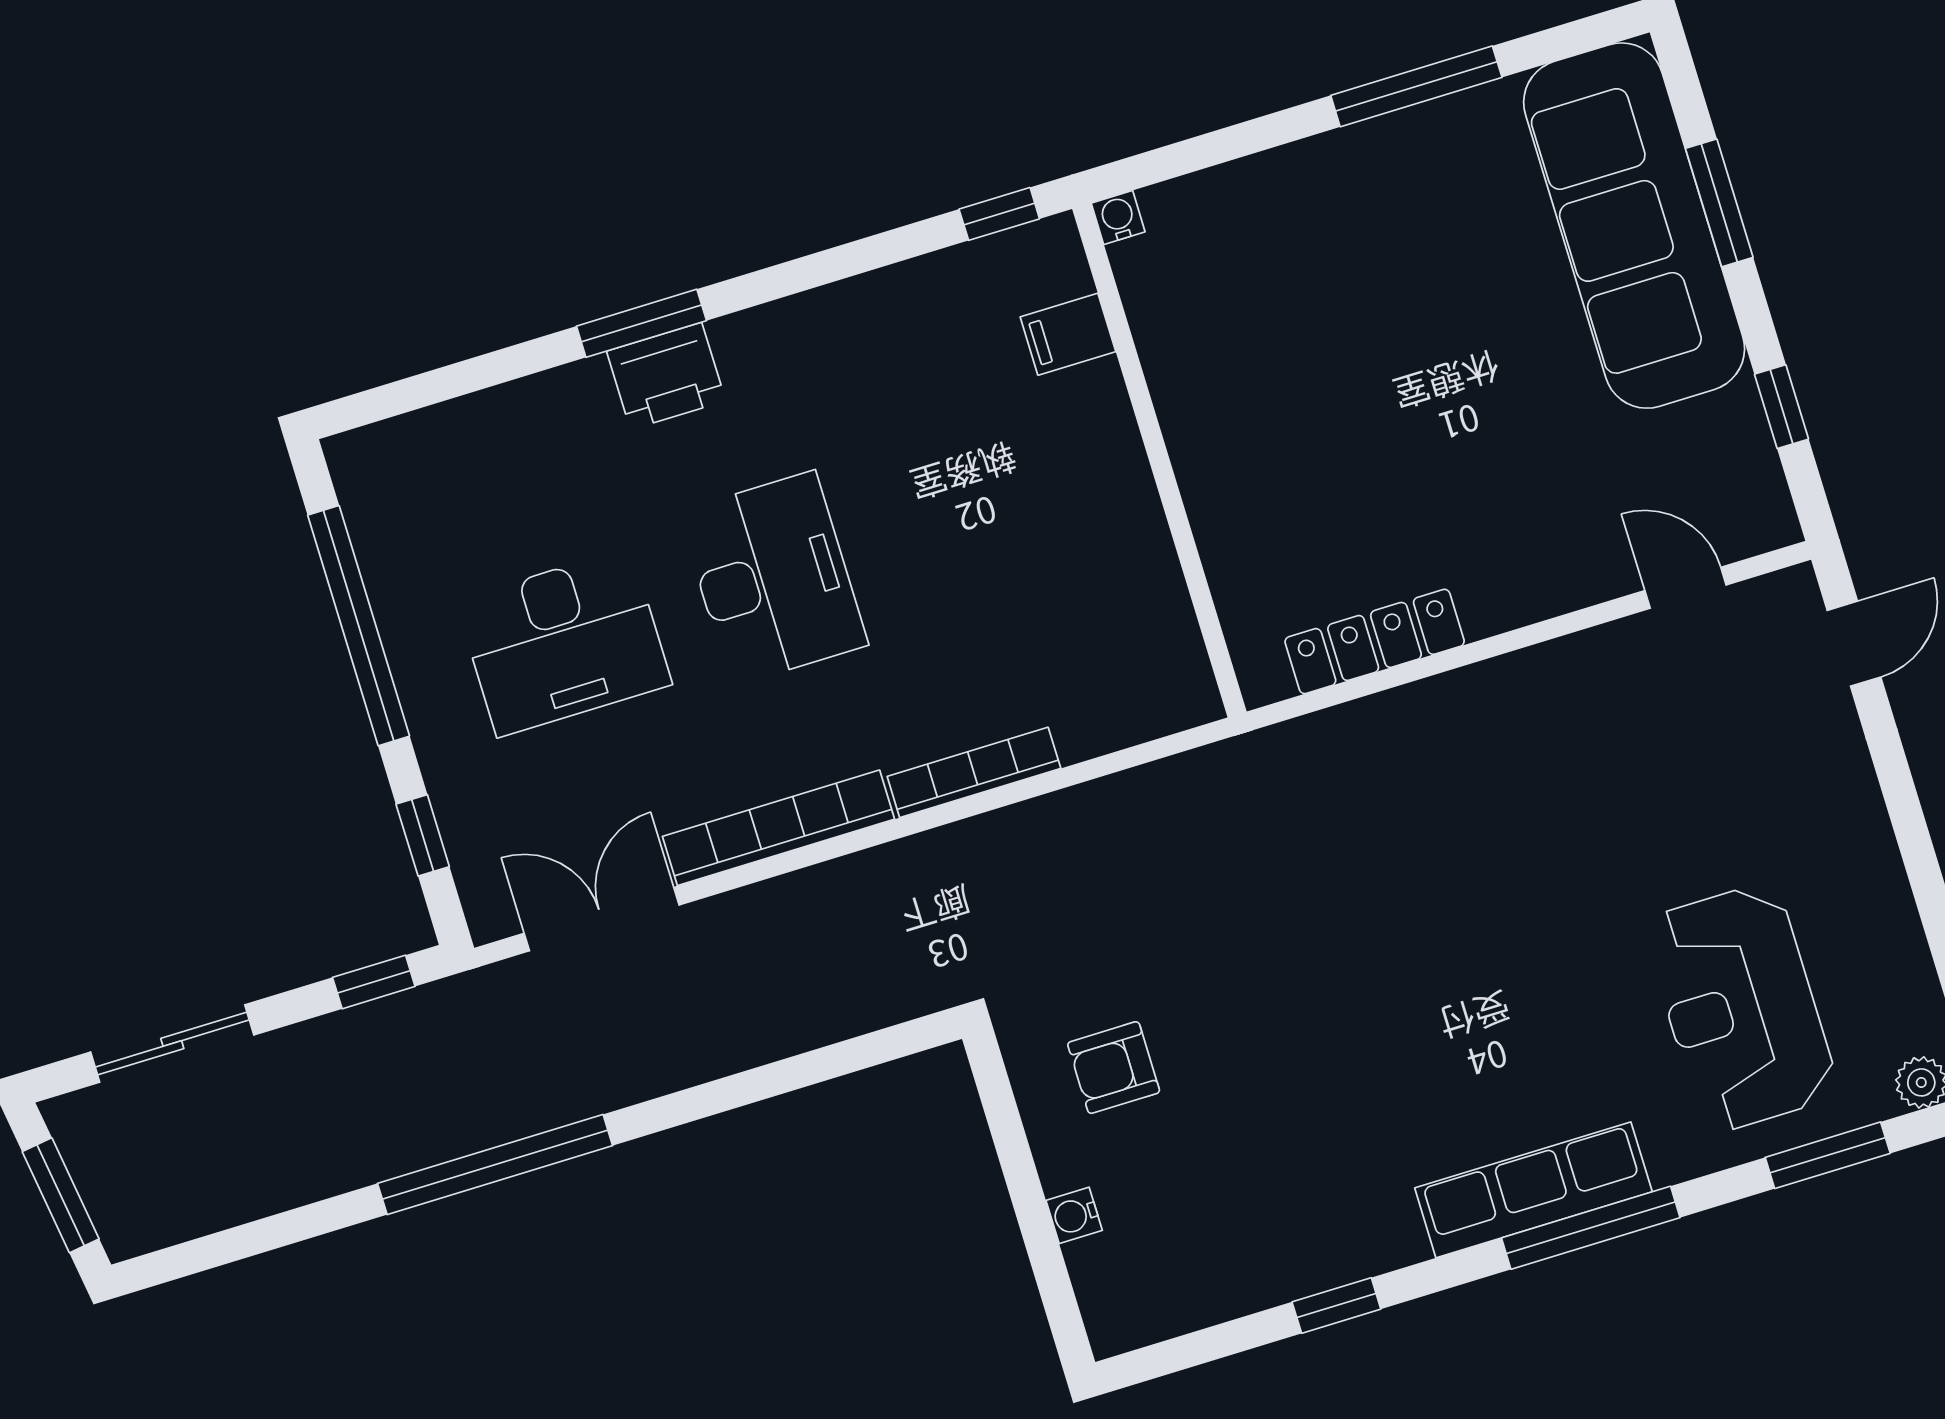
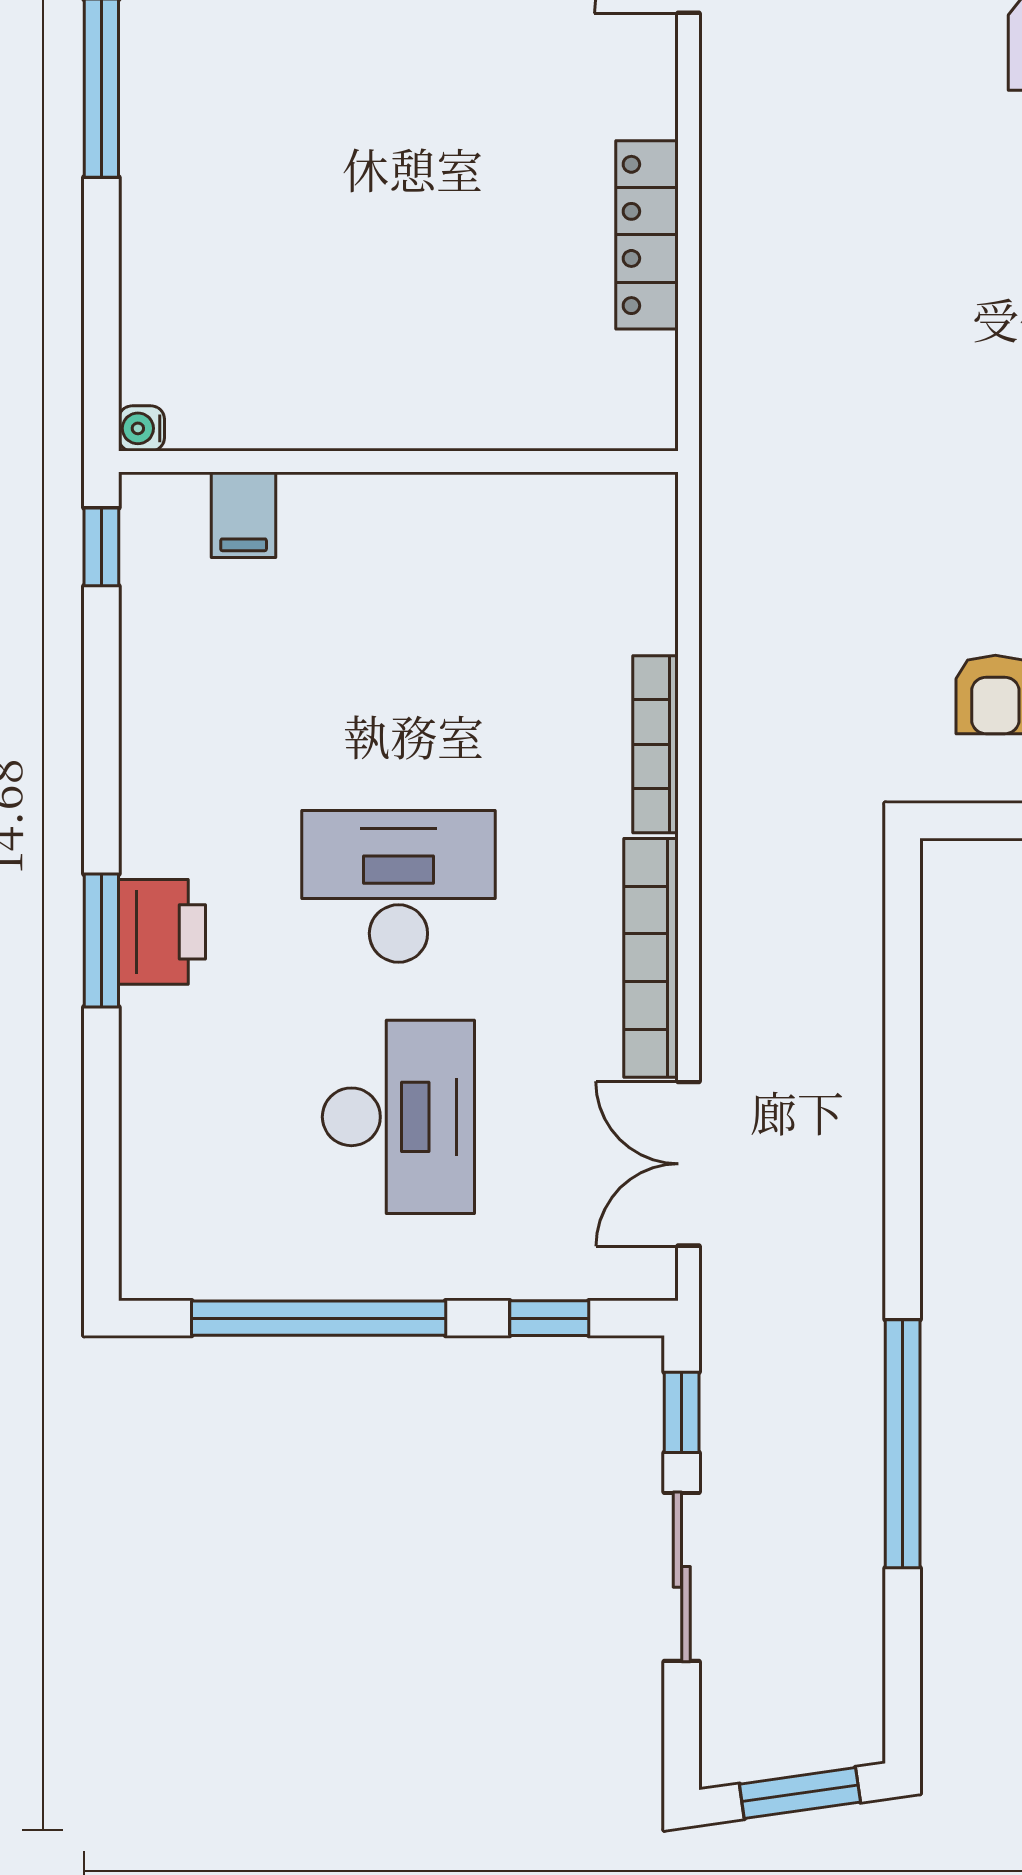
locker: (1375, 641) -> (647, 235), moved
sliding door: (172, 1044) -> (682, 1577), moved
window: (495, 1165) -> (903, 1444), moved

